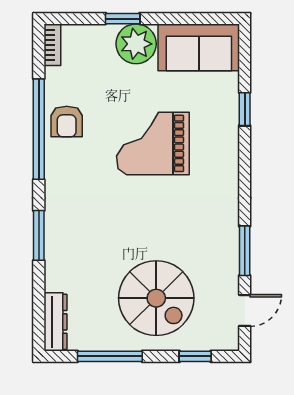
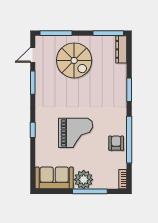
window: (123, 19) -> (90, 191), width x2.17
window: (245, 109) -> (33, 130), moved
spiral stairs: (156, 298) -> (74, 60), turned 180
window: (110, 356) -> (108, 33), moved
window: (195, 356) -> (56, 33), width x2.17

